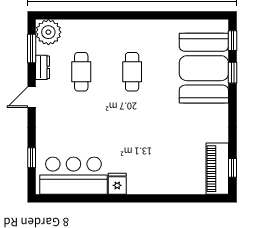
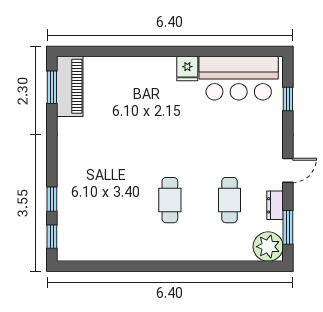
booth: (204, 68) -> (86, 204), removed
window: (233, 168) -> (52, 87), width x1.50

